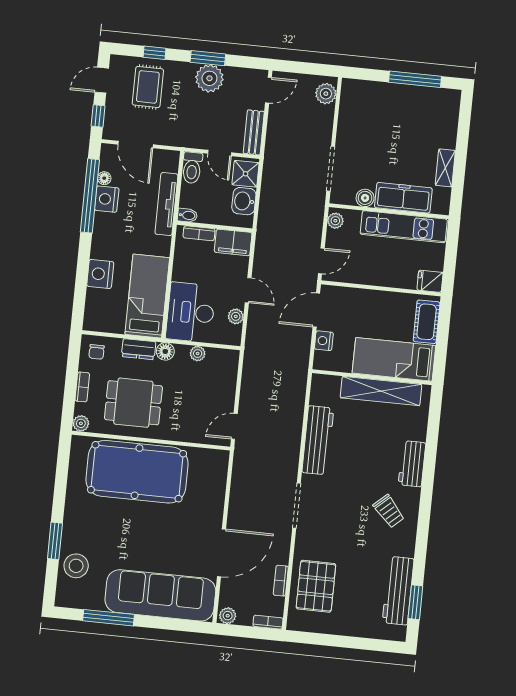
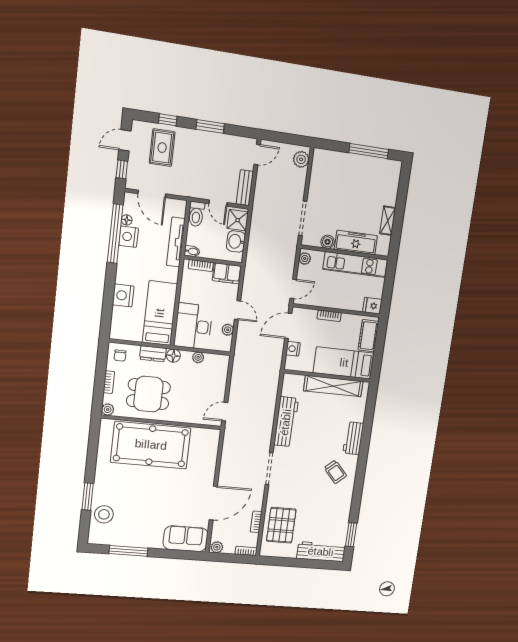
plant: (209, 78) -> (211, 143), removed
bookcase: (371, 296) -> (329, 316), added
workbench: (398, 591) -> (321, 552), moved, turned 90
sofa: (160, 595) -> (186, 539), width x0.54, depth x0.79

